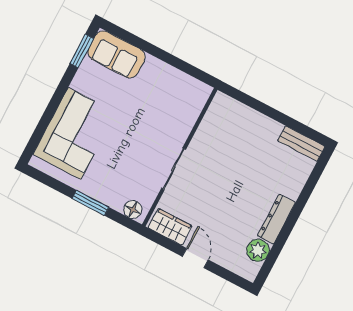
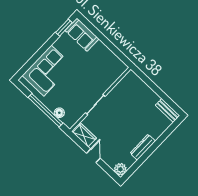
window: (90, 203) -> (46, 110), width x2.11
floor lamp: (133, 210) -> (59, 113), moved
plant: (258, 250) -> (120, 169), moved

